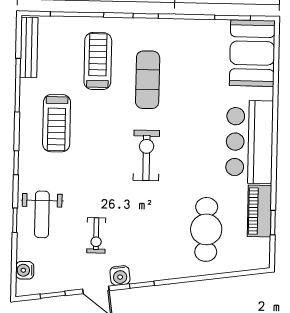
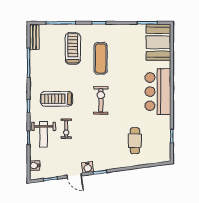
bench: (29, 47) -> (34, 37), width x0.73
treadmill: (57, 123) -> (57, 99), moved, turned 90
piano: (260, 211) -> (164, 130), removed
cafe table: (206, 229) -> (135, 141), width x0.73, depth x0.74
exercise bike: (96, 235) -> (66, 129), moved

